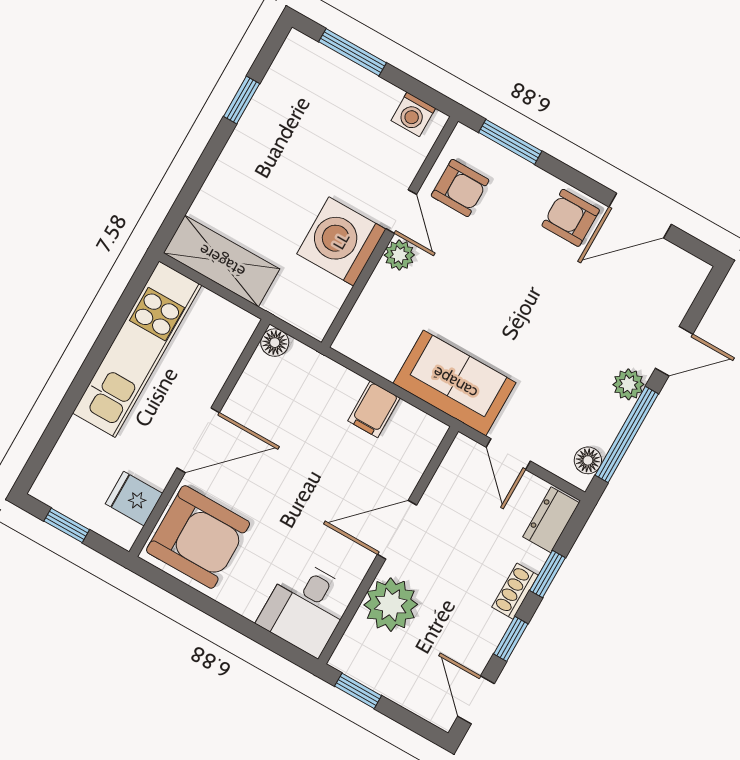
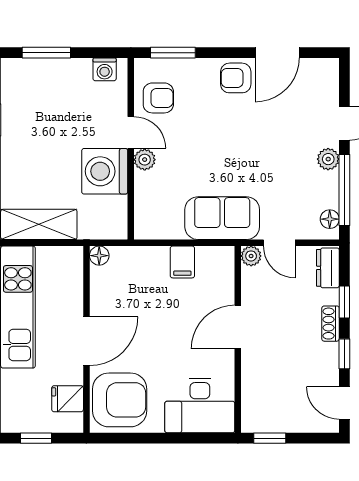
plant: (391, 605) -> (251, 256), moved, width x0.53, depth x0.53
desk: (306, 607) -> (200, 405), width x1.37

